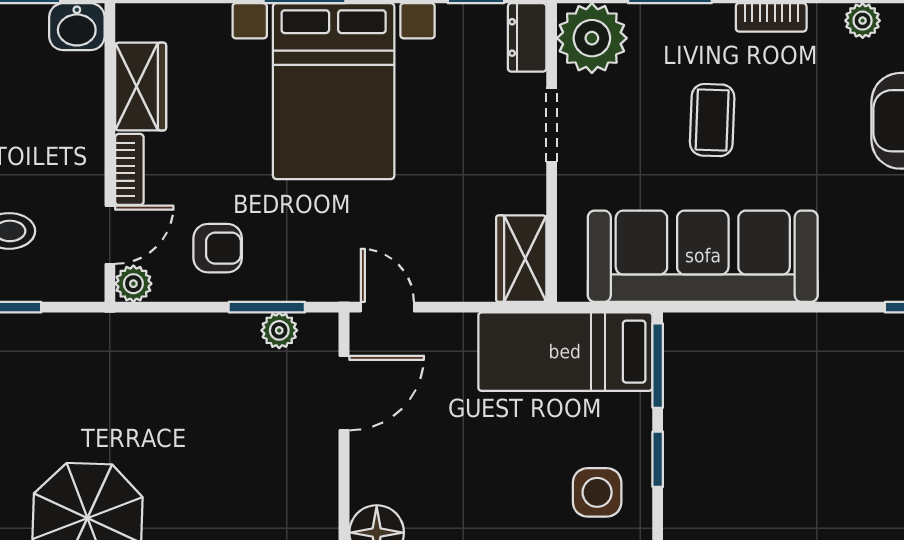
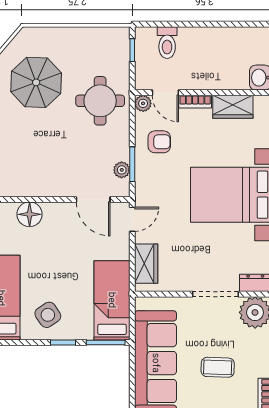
doorway: (552, 125) -> (215, 294), width x1.38
armchair: (218, 248) -> (159, 142), turned -90
wardrobe: (521, 259) -> (146, 264), moved, turned 90
round table: (128, 378) -> (100, 101), added
side table: (597, 492) -> (48, 315), turned -34

